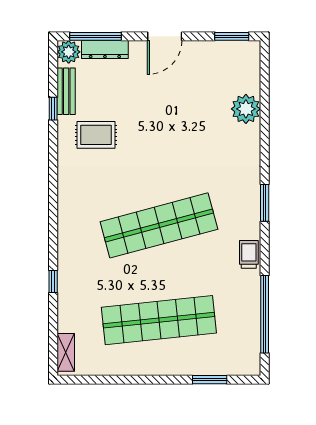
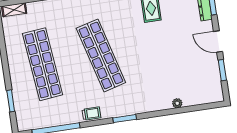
window: (232, 36) -> (222, 70), moved
plant: (246, 109) -> (177, 103), width x0.53, depth x0.53

